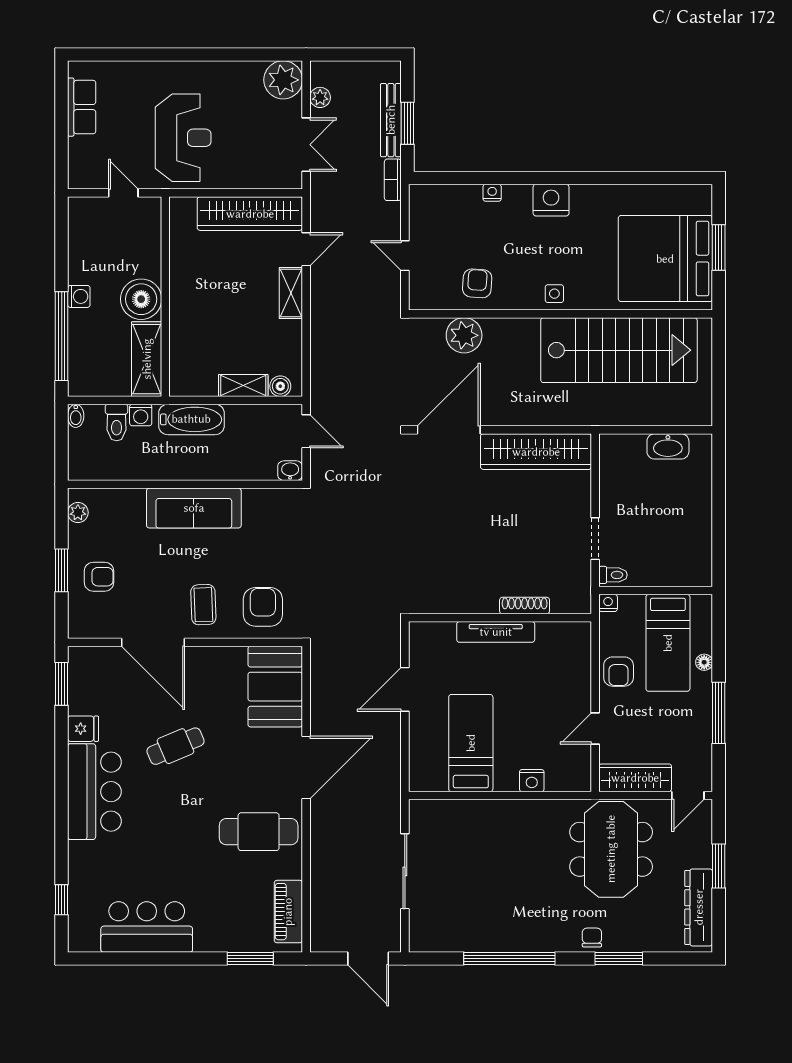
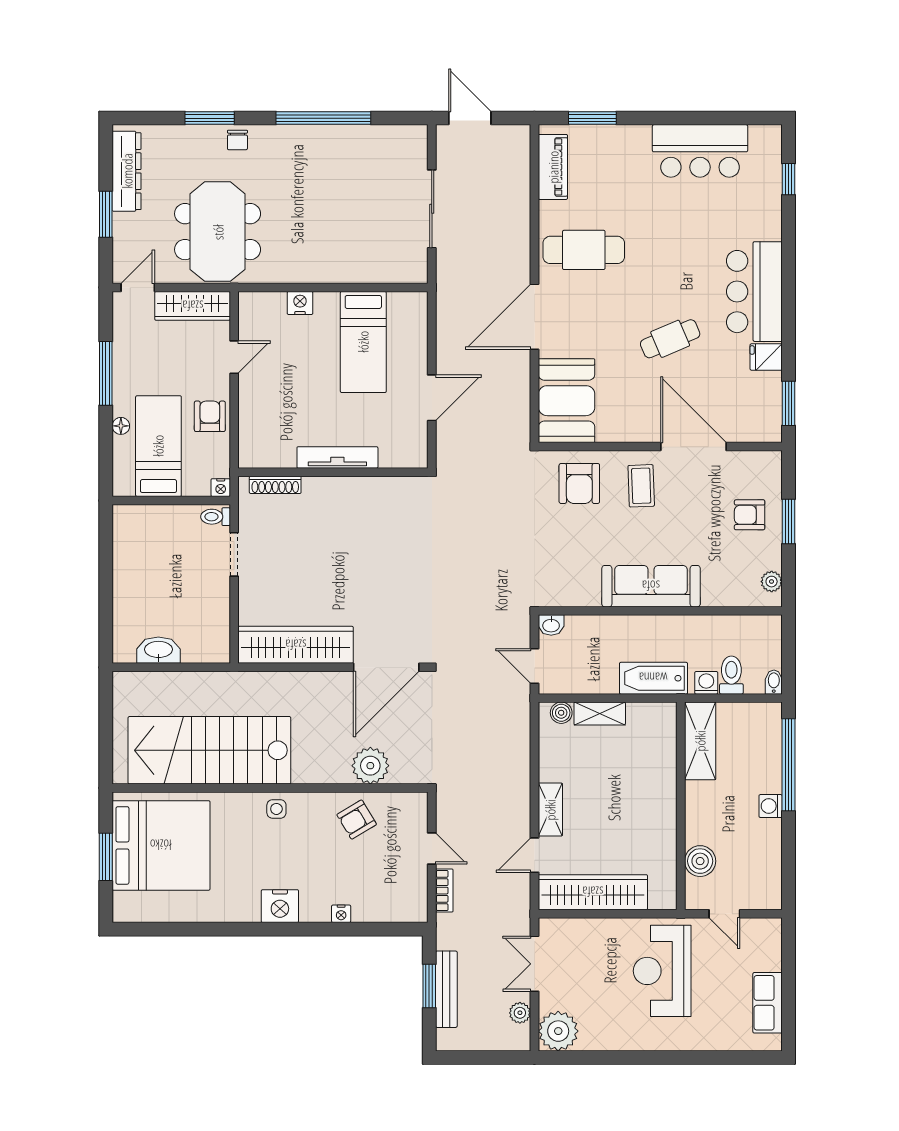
bookcase: (393, 180) -> (444, 891), moved
armchair: (477, 283) -> (357, 820), turned 55
boiler: (141, 299) -> (700, 861), moved, width x0.73, depth x0.73
shoe rack: (525, 606) -> (275, 485), moved

